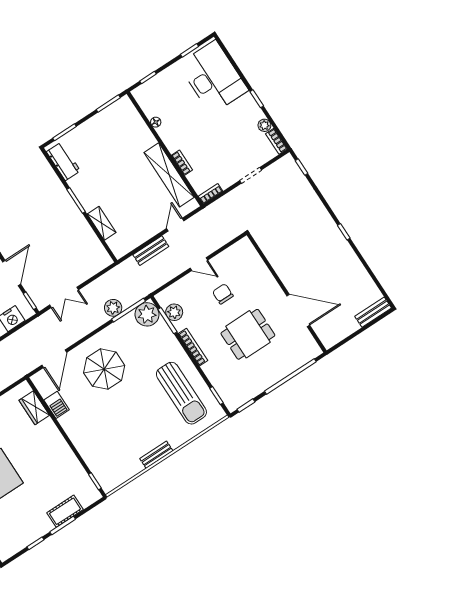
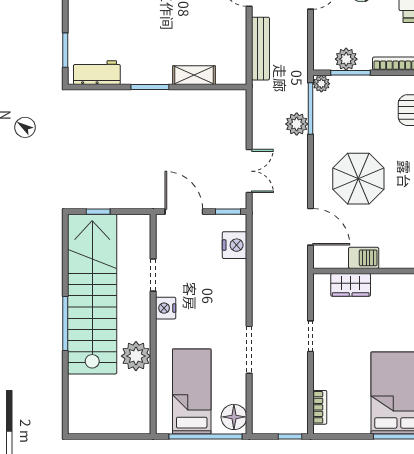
bench: (151, 251) -> (260, 49), width x1.36
plant: (147, 314) -> (321, 84), width x0.53, depth x0.53

